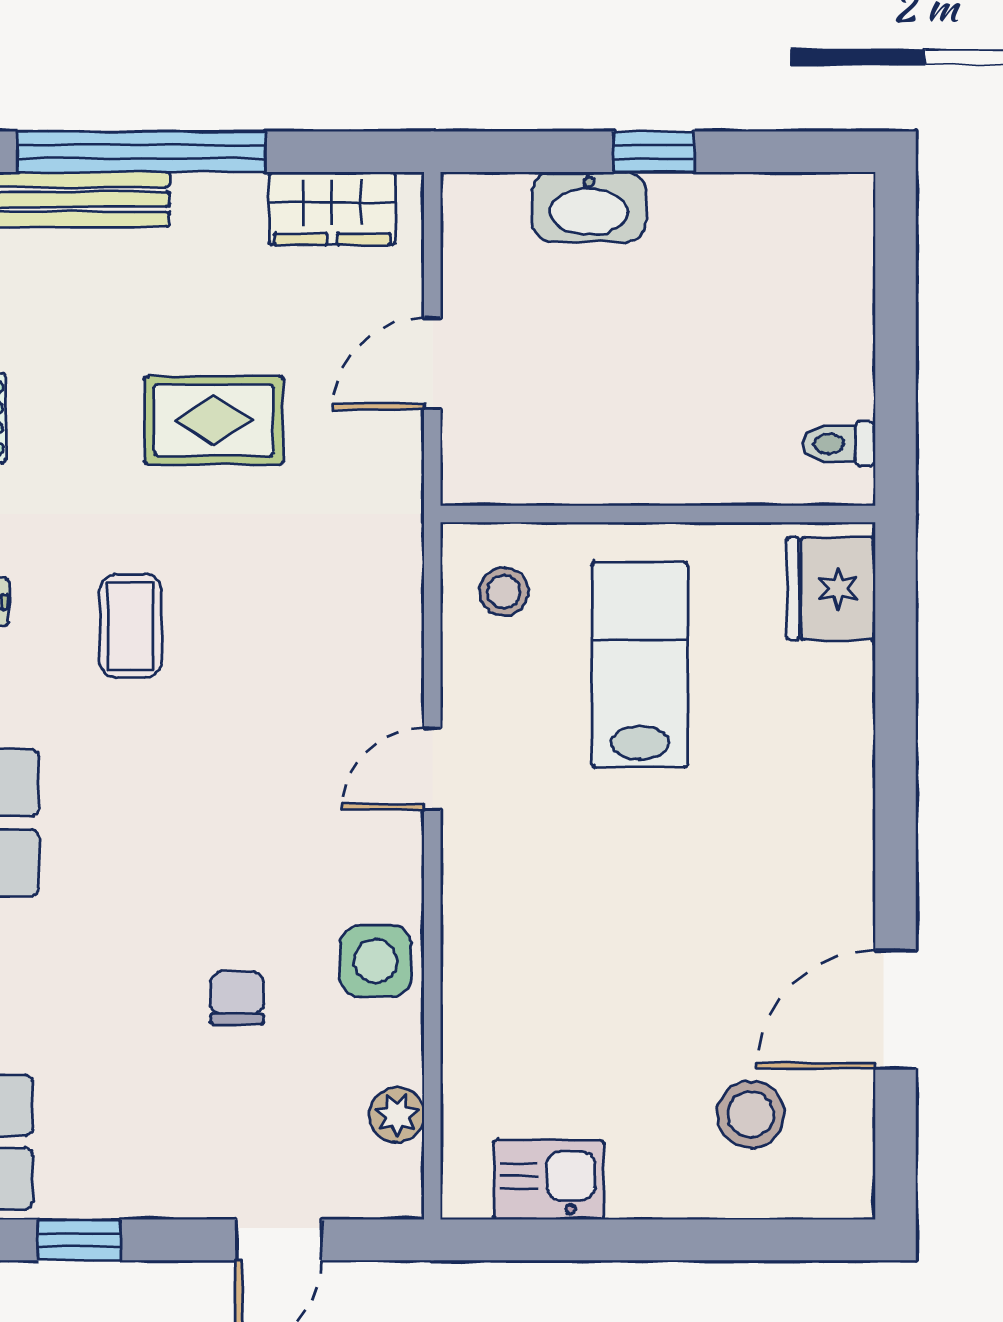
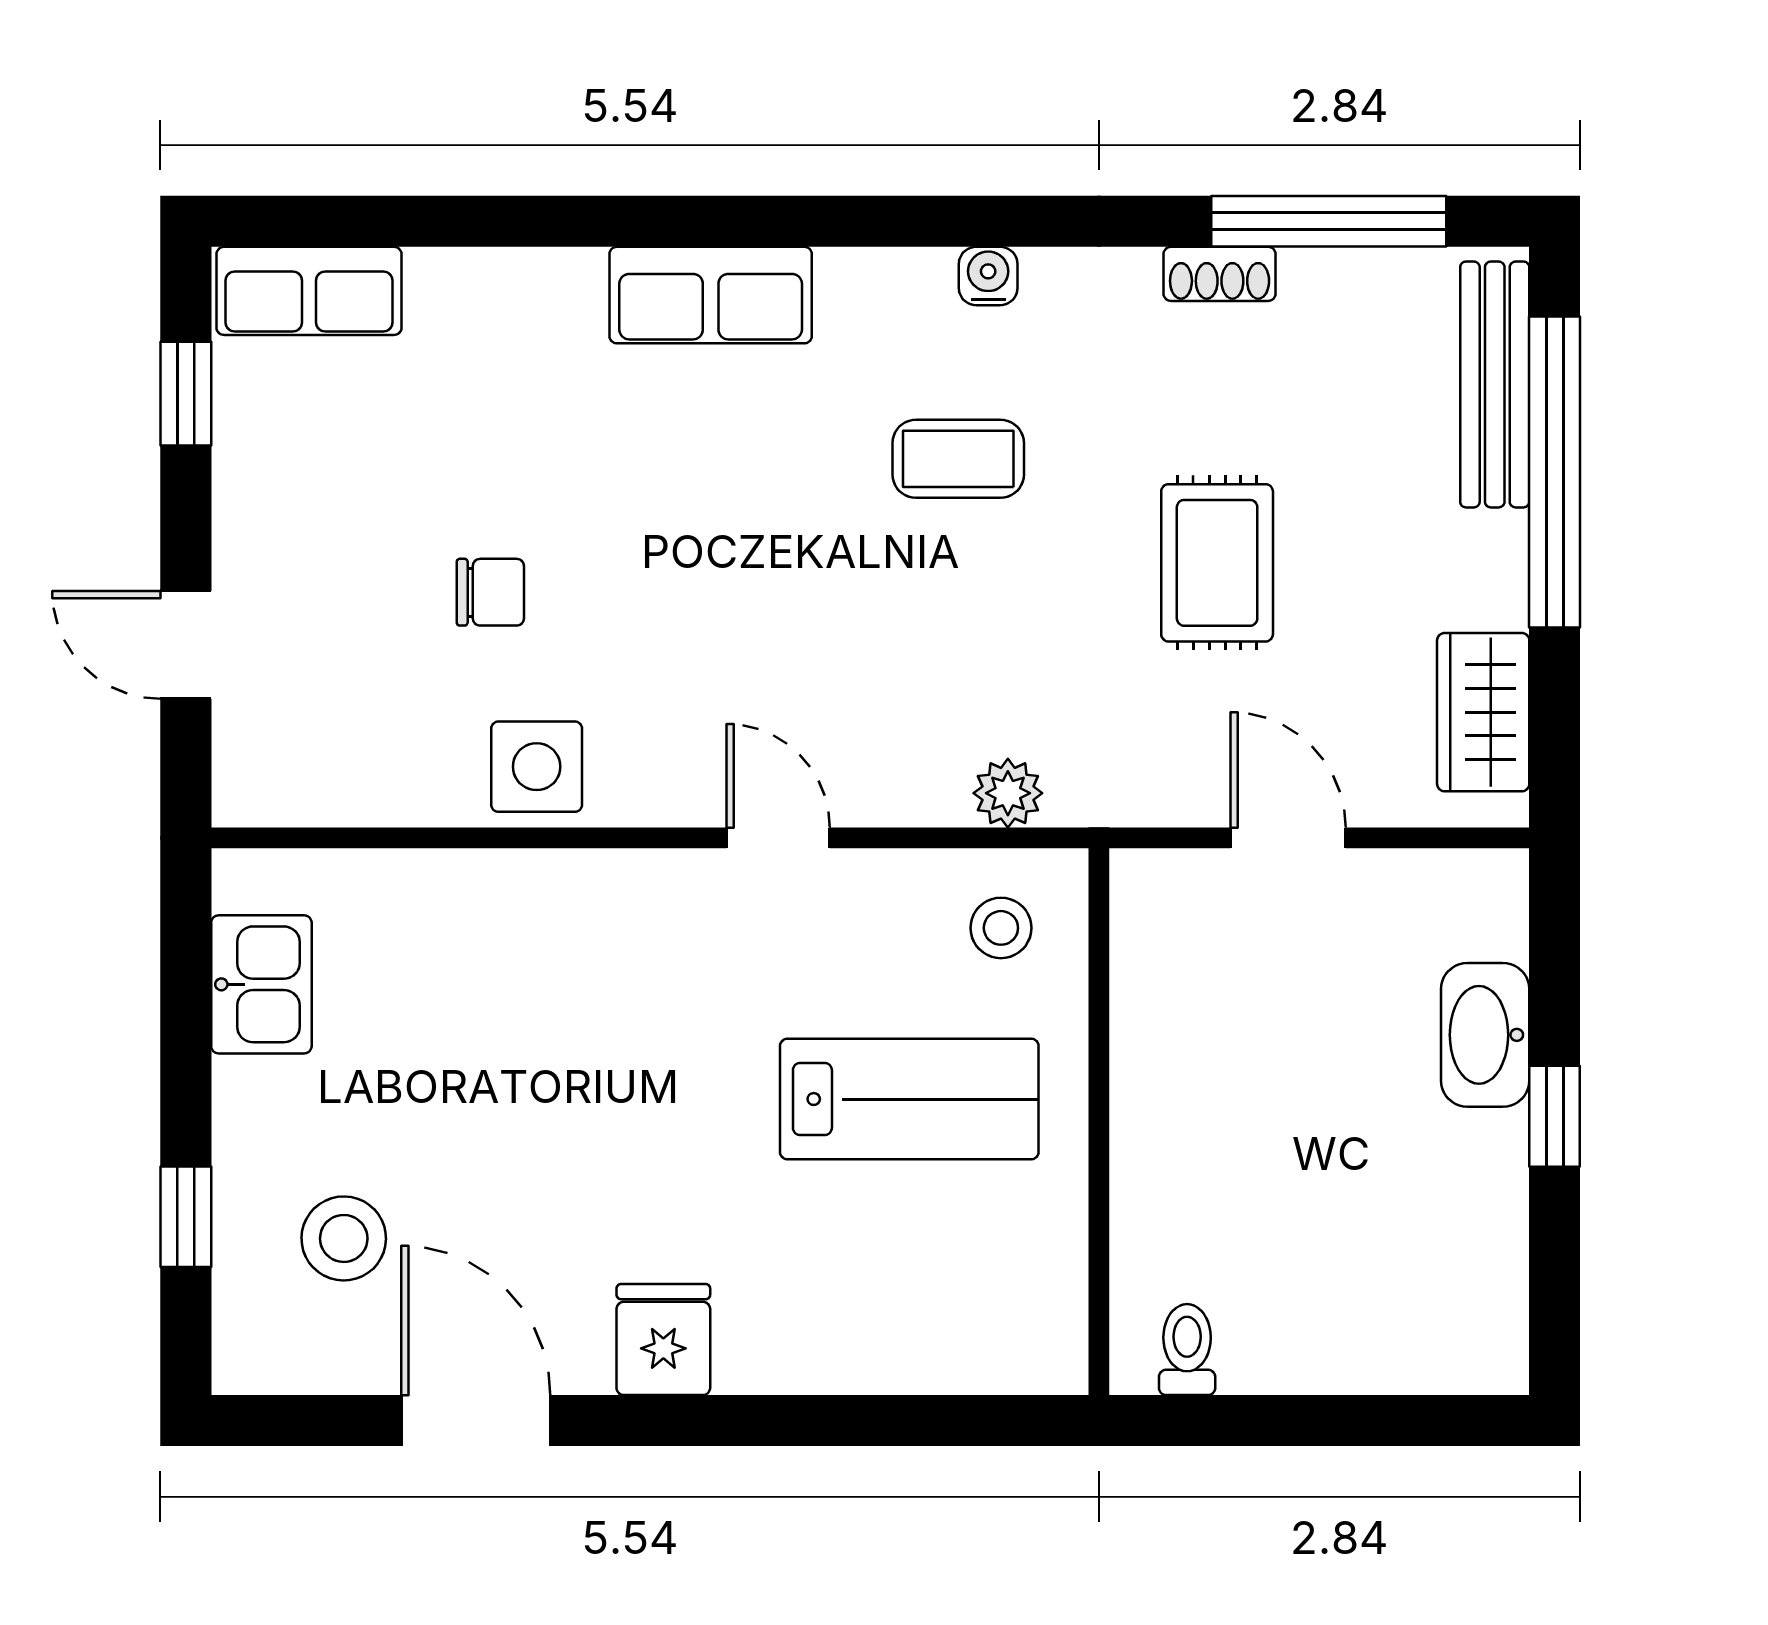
fridge: (831, 589) -> (663, 1340), moved, width x0.72
plant: (397, 1115) -> (1008, 793), moved
window: (734, 1240) -> (186, 1217), added

